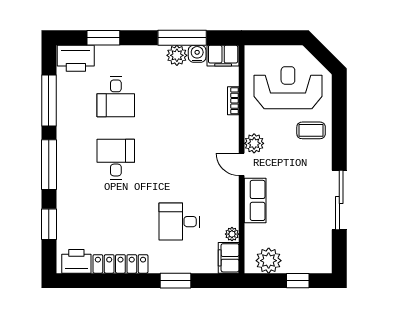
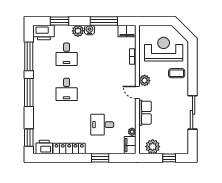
water cooler: (197, 54) -> (89, 30), moved
plant: (177, 55) -> (78, 31), moved
desk: (116, 159) -> (67, 89), turned 180
window: (49, 224) -> (29, 138), moved

